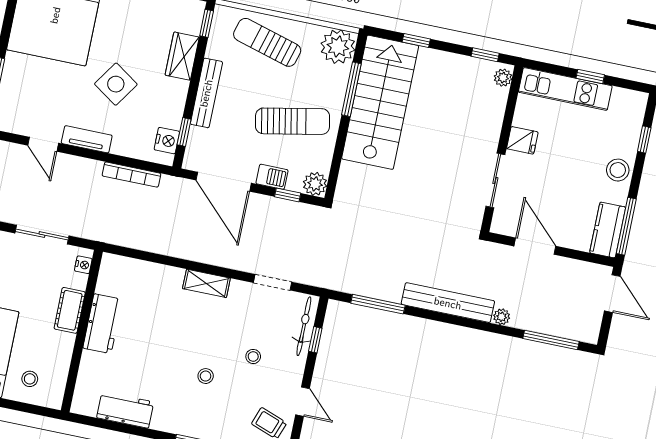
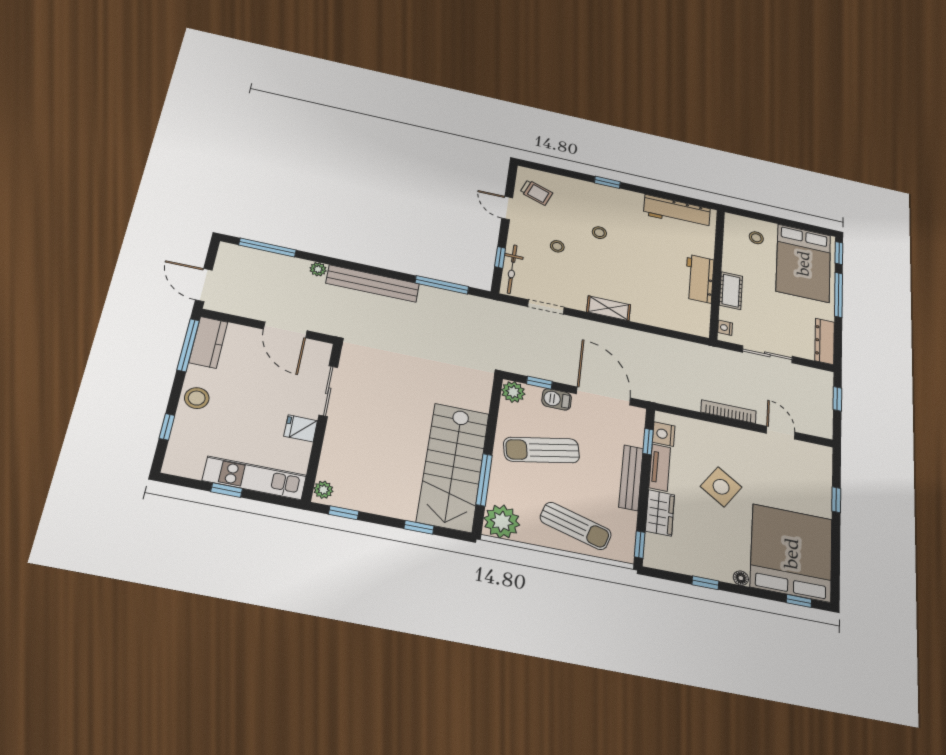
tv unit: (87, 139) -> (660, 468), moved, turned -90
bookcase: (131, 175) -> (729, 412), moved
workbench: (125, 410) -> (677, 212), width x1.38

